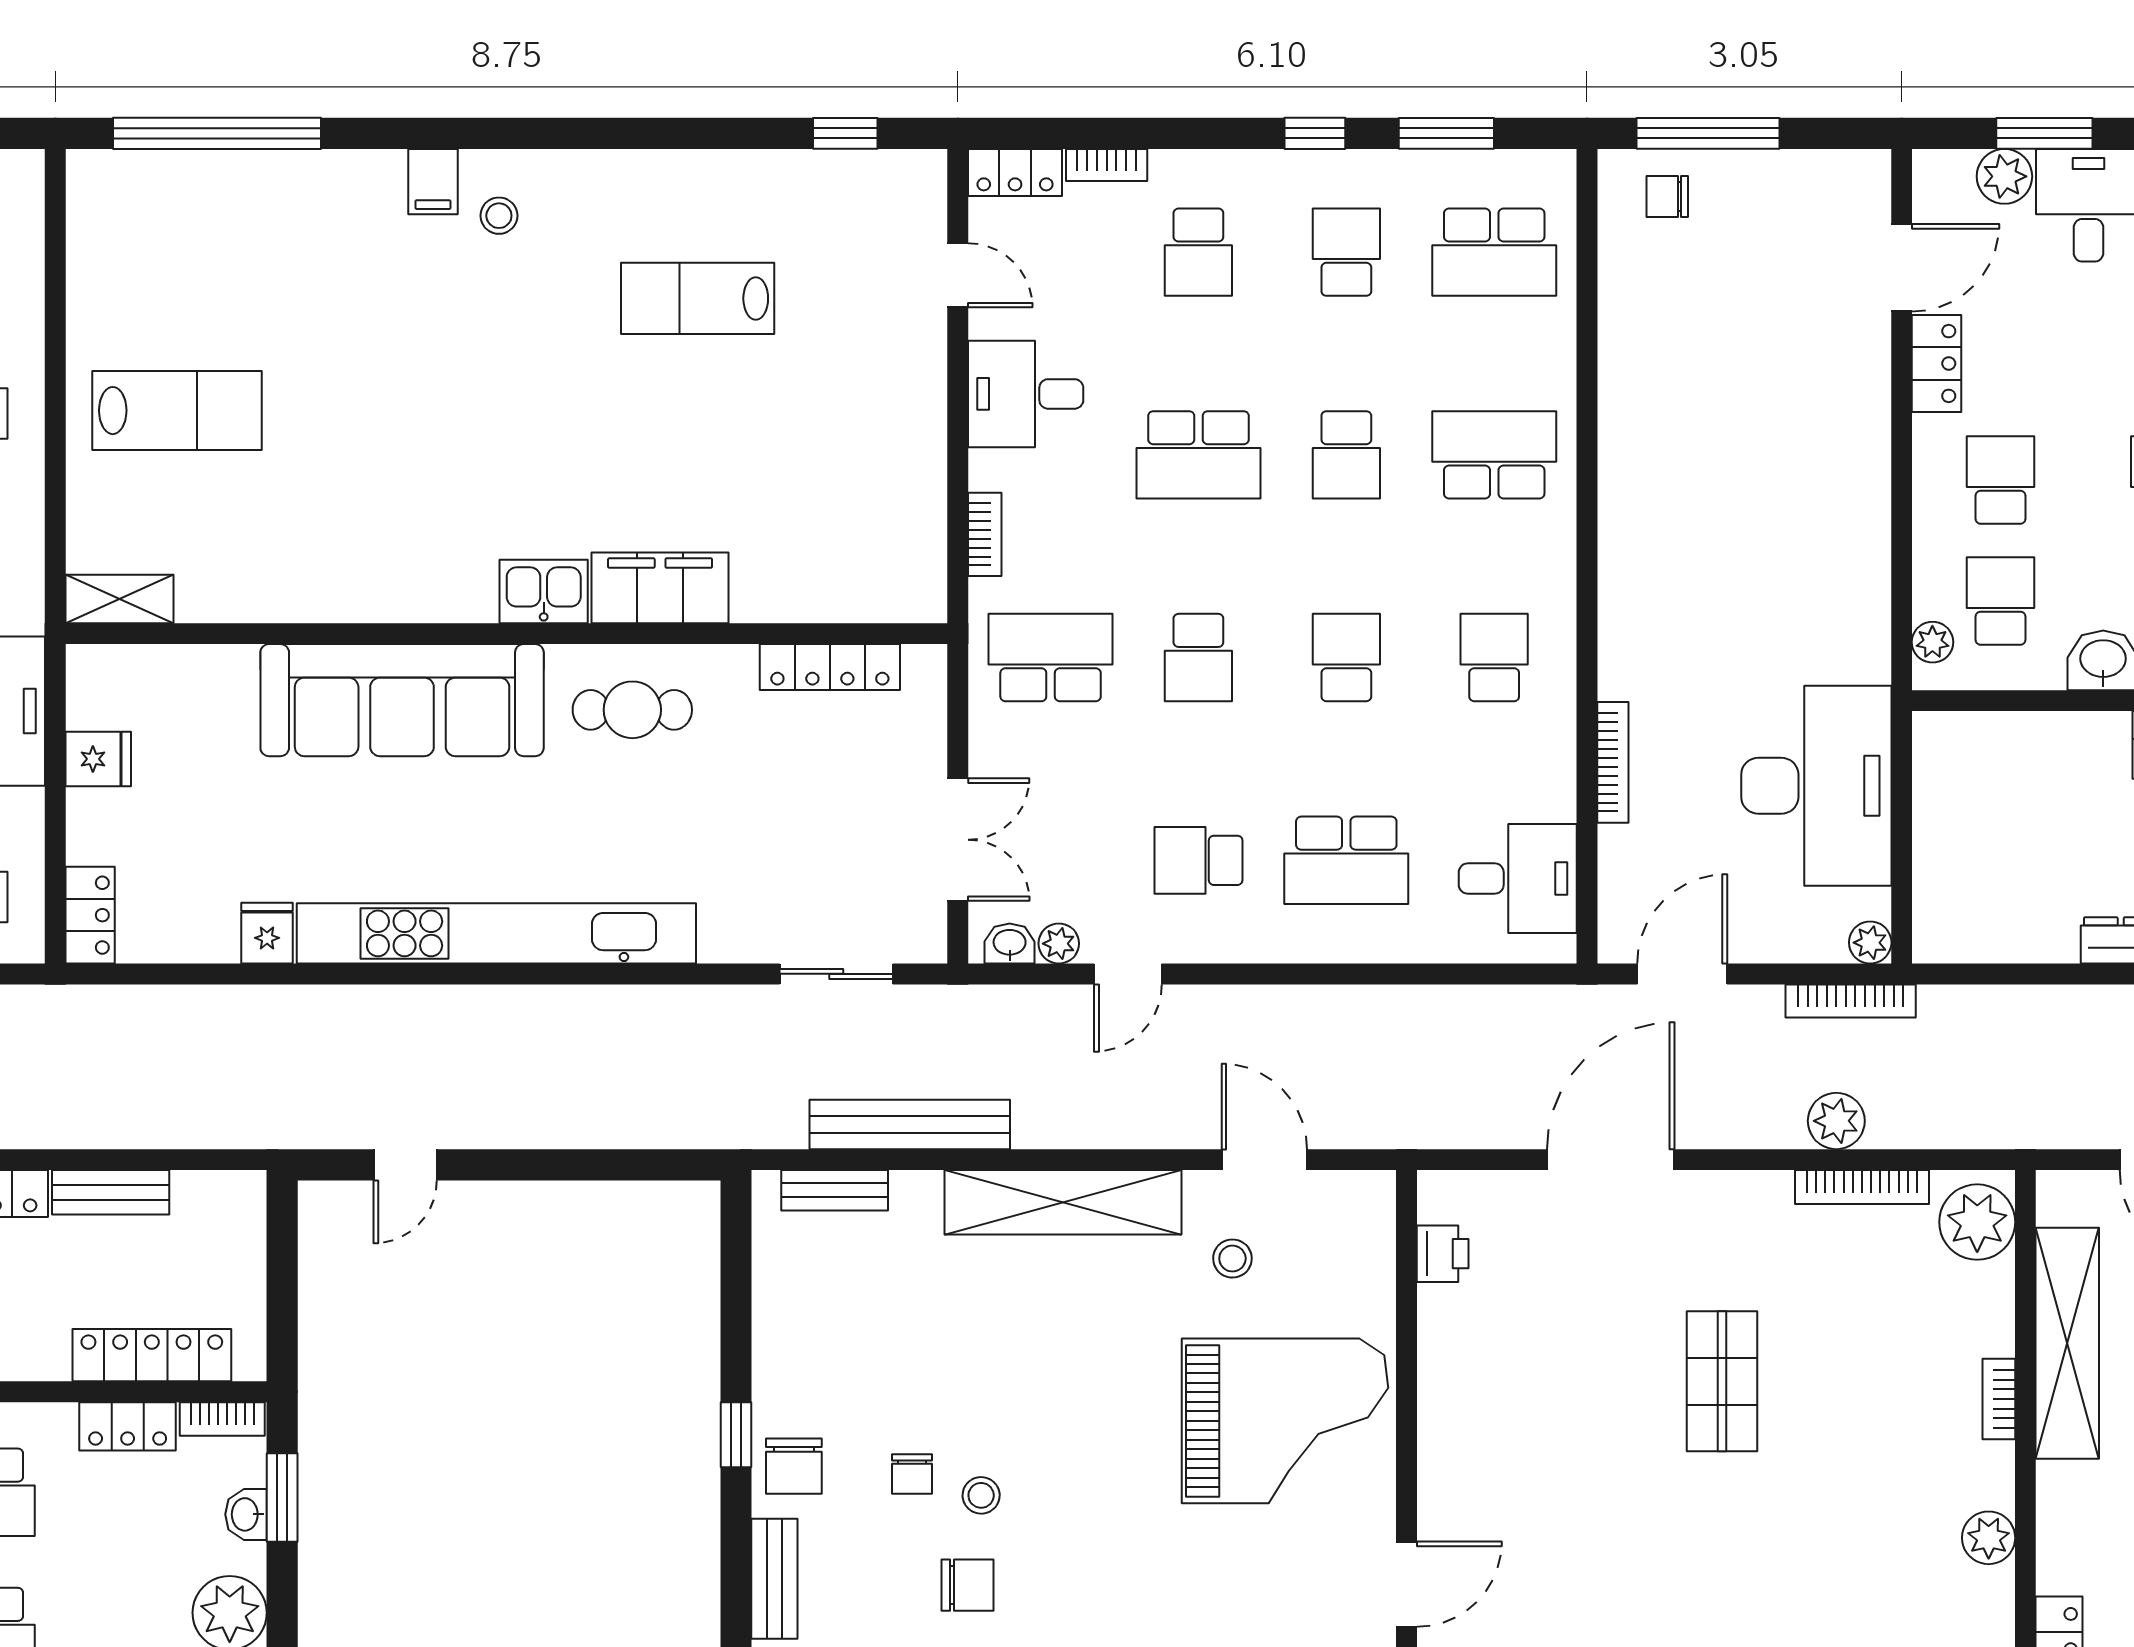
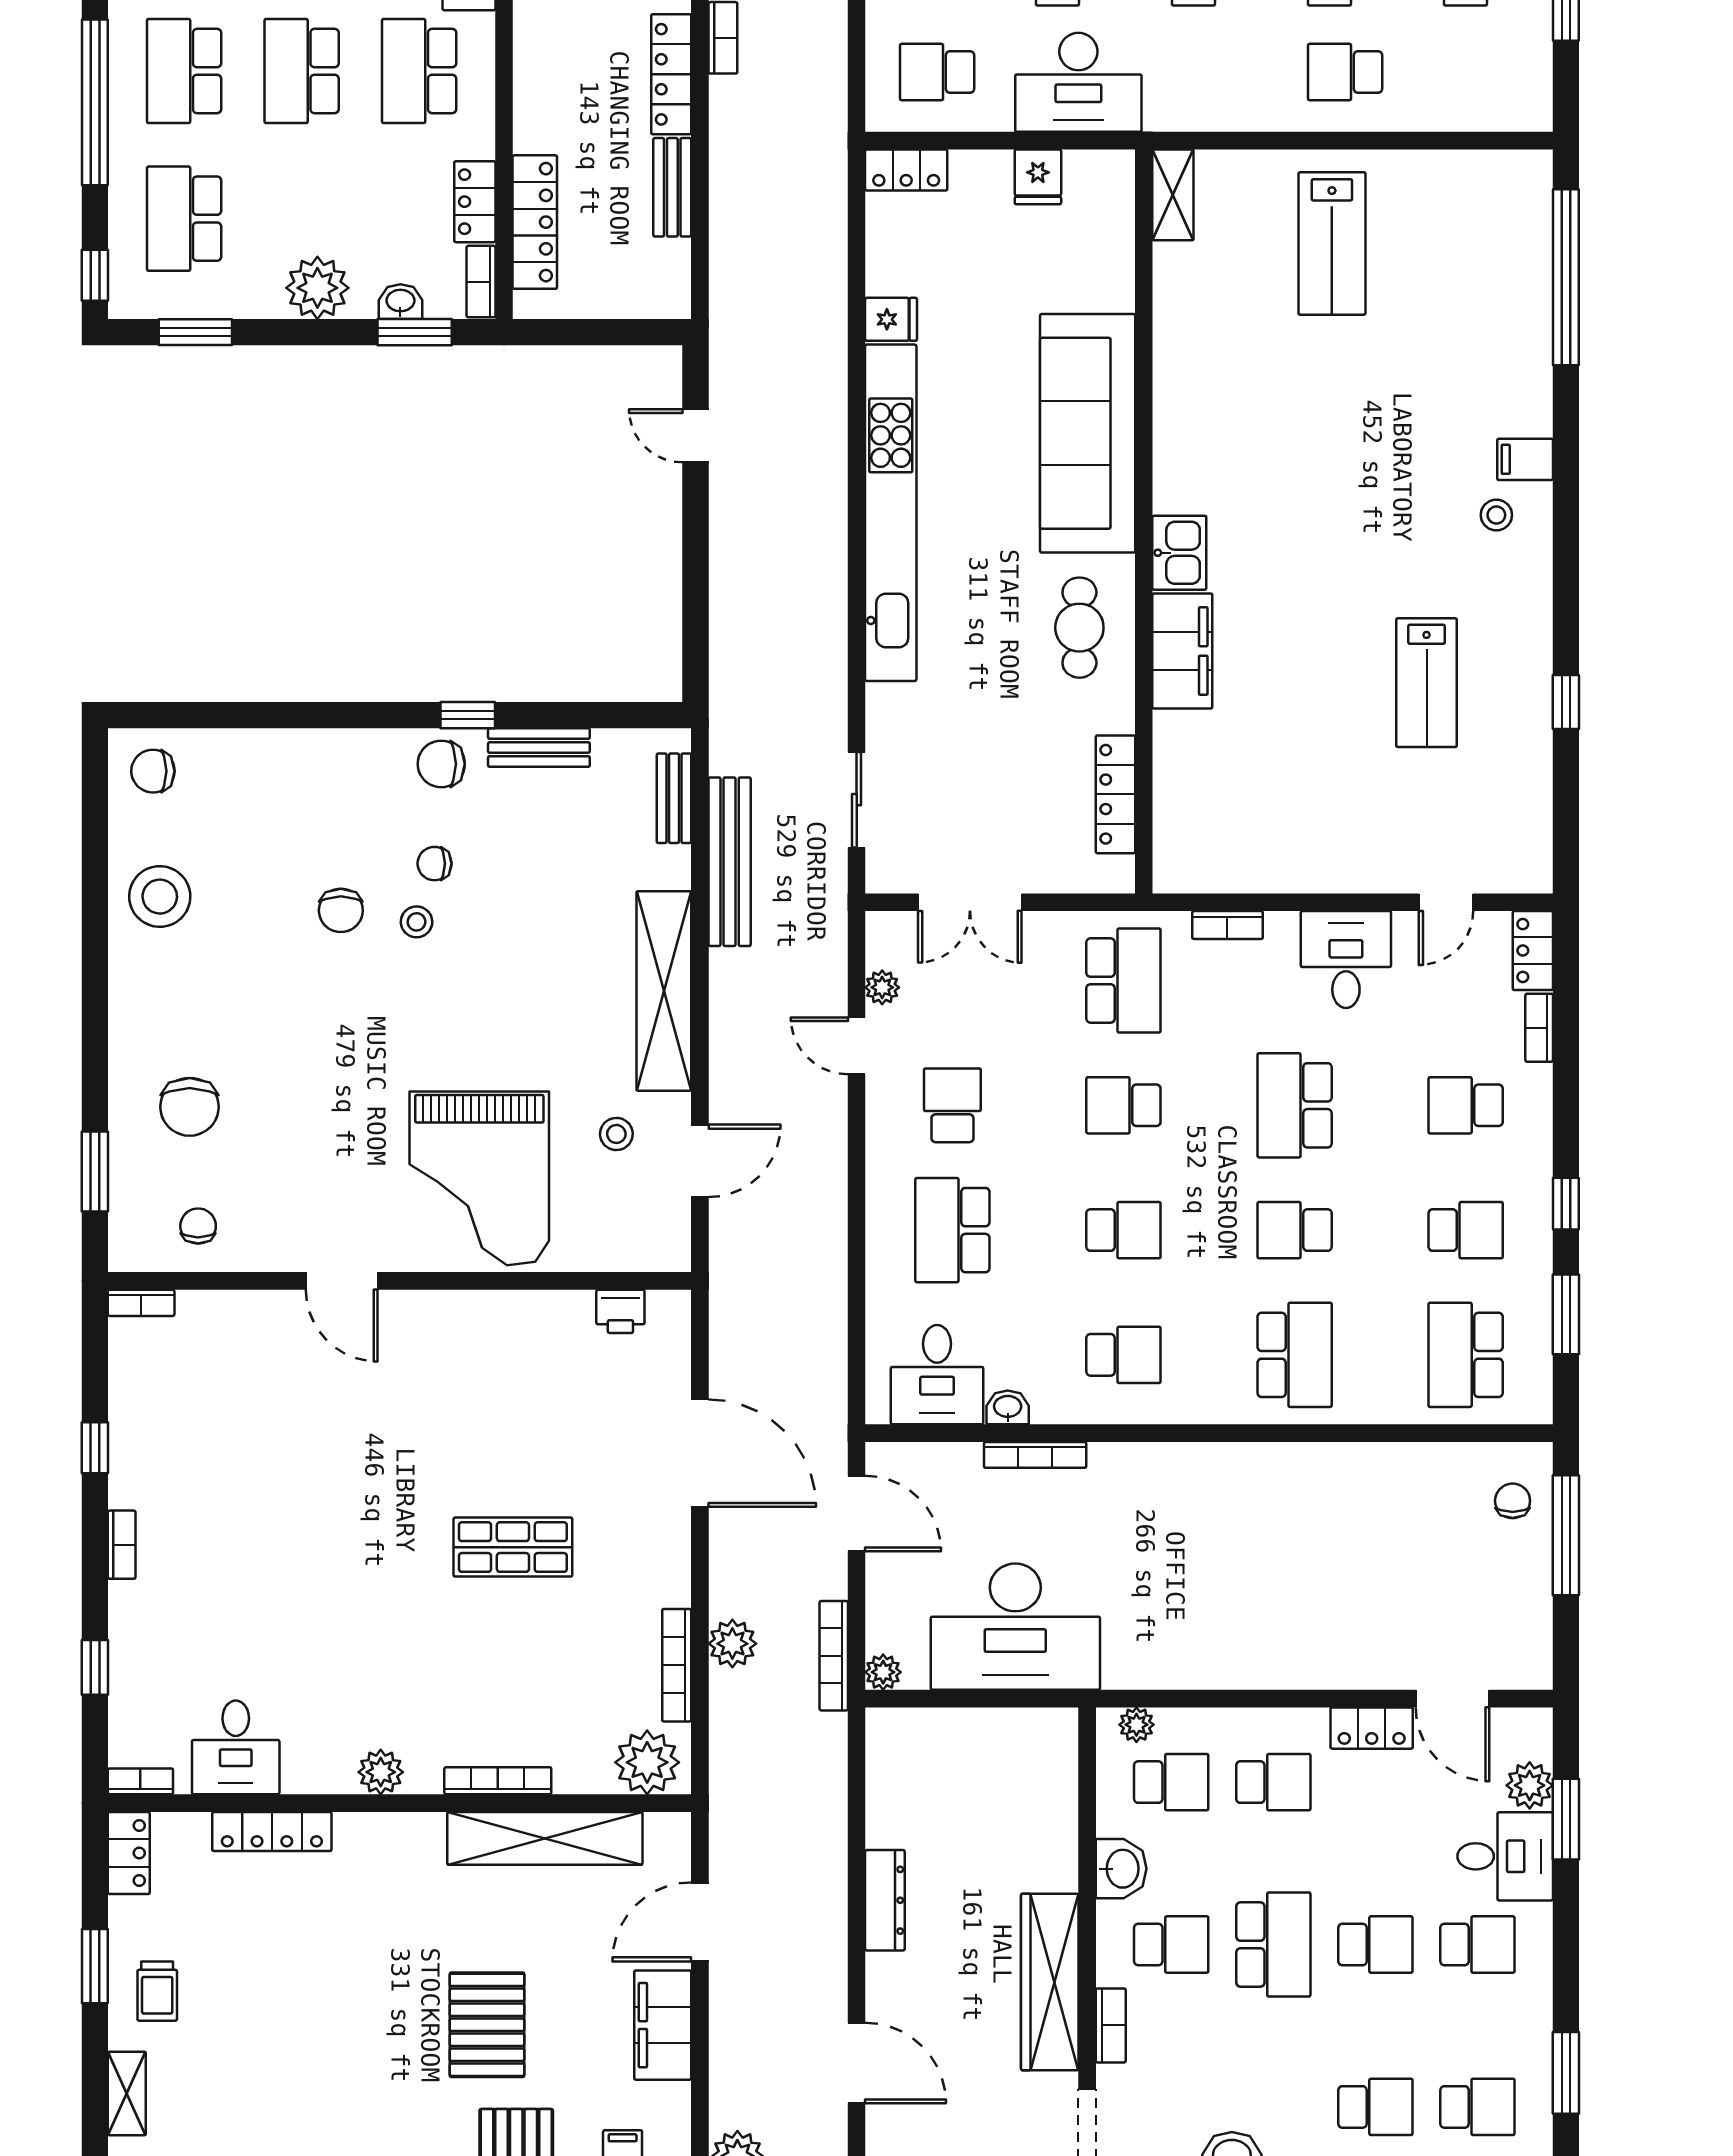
window: (845, 133) -> (1566, 702), moved
lab bench: (698, 298) -> (1427, 683), turned 180
washbasin: (1010, 943) -> (1008, 1407), moved, turned -90
bookcase: (1999, 1399) -> (498, 1781), width x1.56
bench: (774, 1579) -> (539, 747), moved

